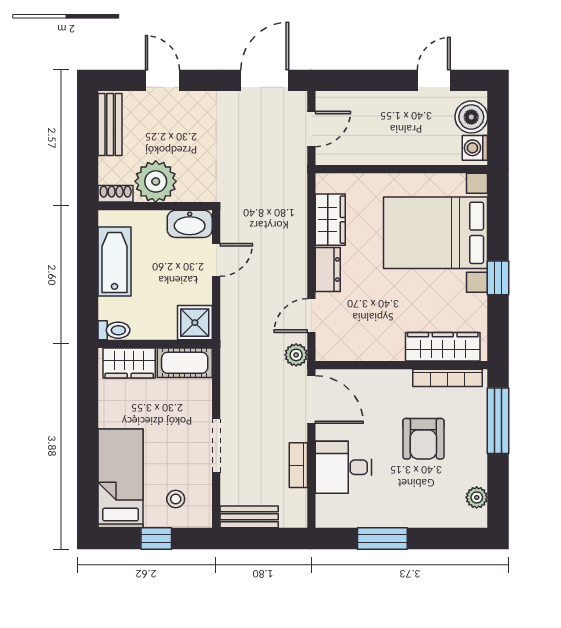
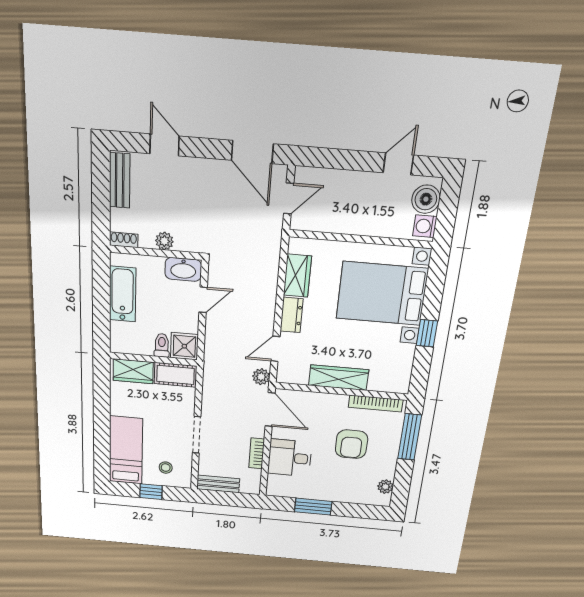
door: (265, 80) -> (252, 152), swing flipped
plant: (156, 181) -> (164, 241), width x0.53, depth x0.53
toilet: (114, 330) -> (162, 345), moved, turned -90
wardrobe: (443, 347) -> (339, 378), moved

